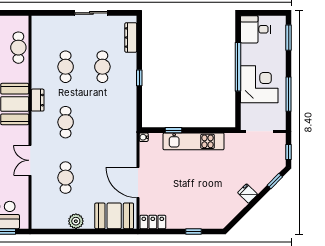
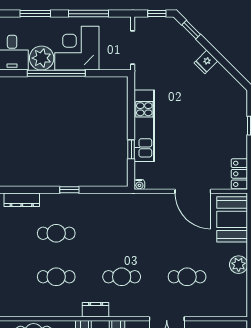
window: (289, 38) -> (35, 14), moved
plant: (251, 54) -> (42, 58), added
door: (138, 183) -> (193, 191), hinge flipped

